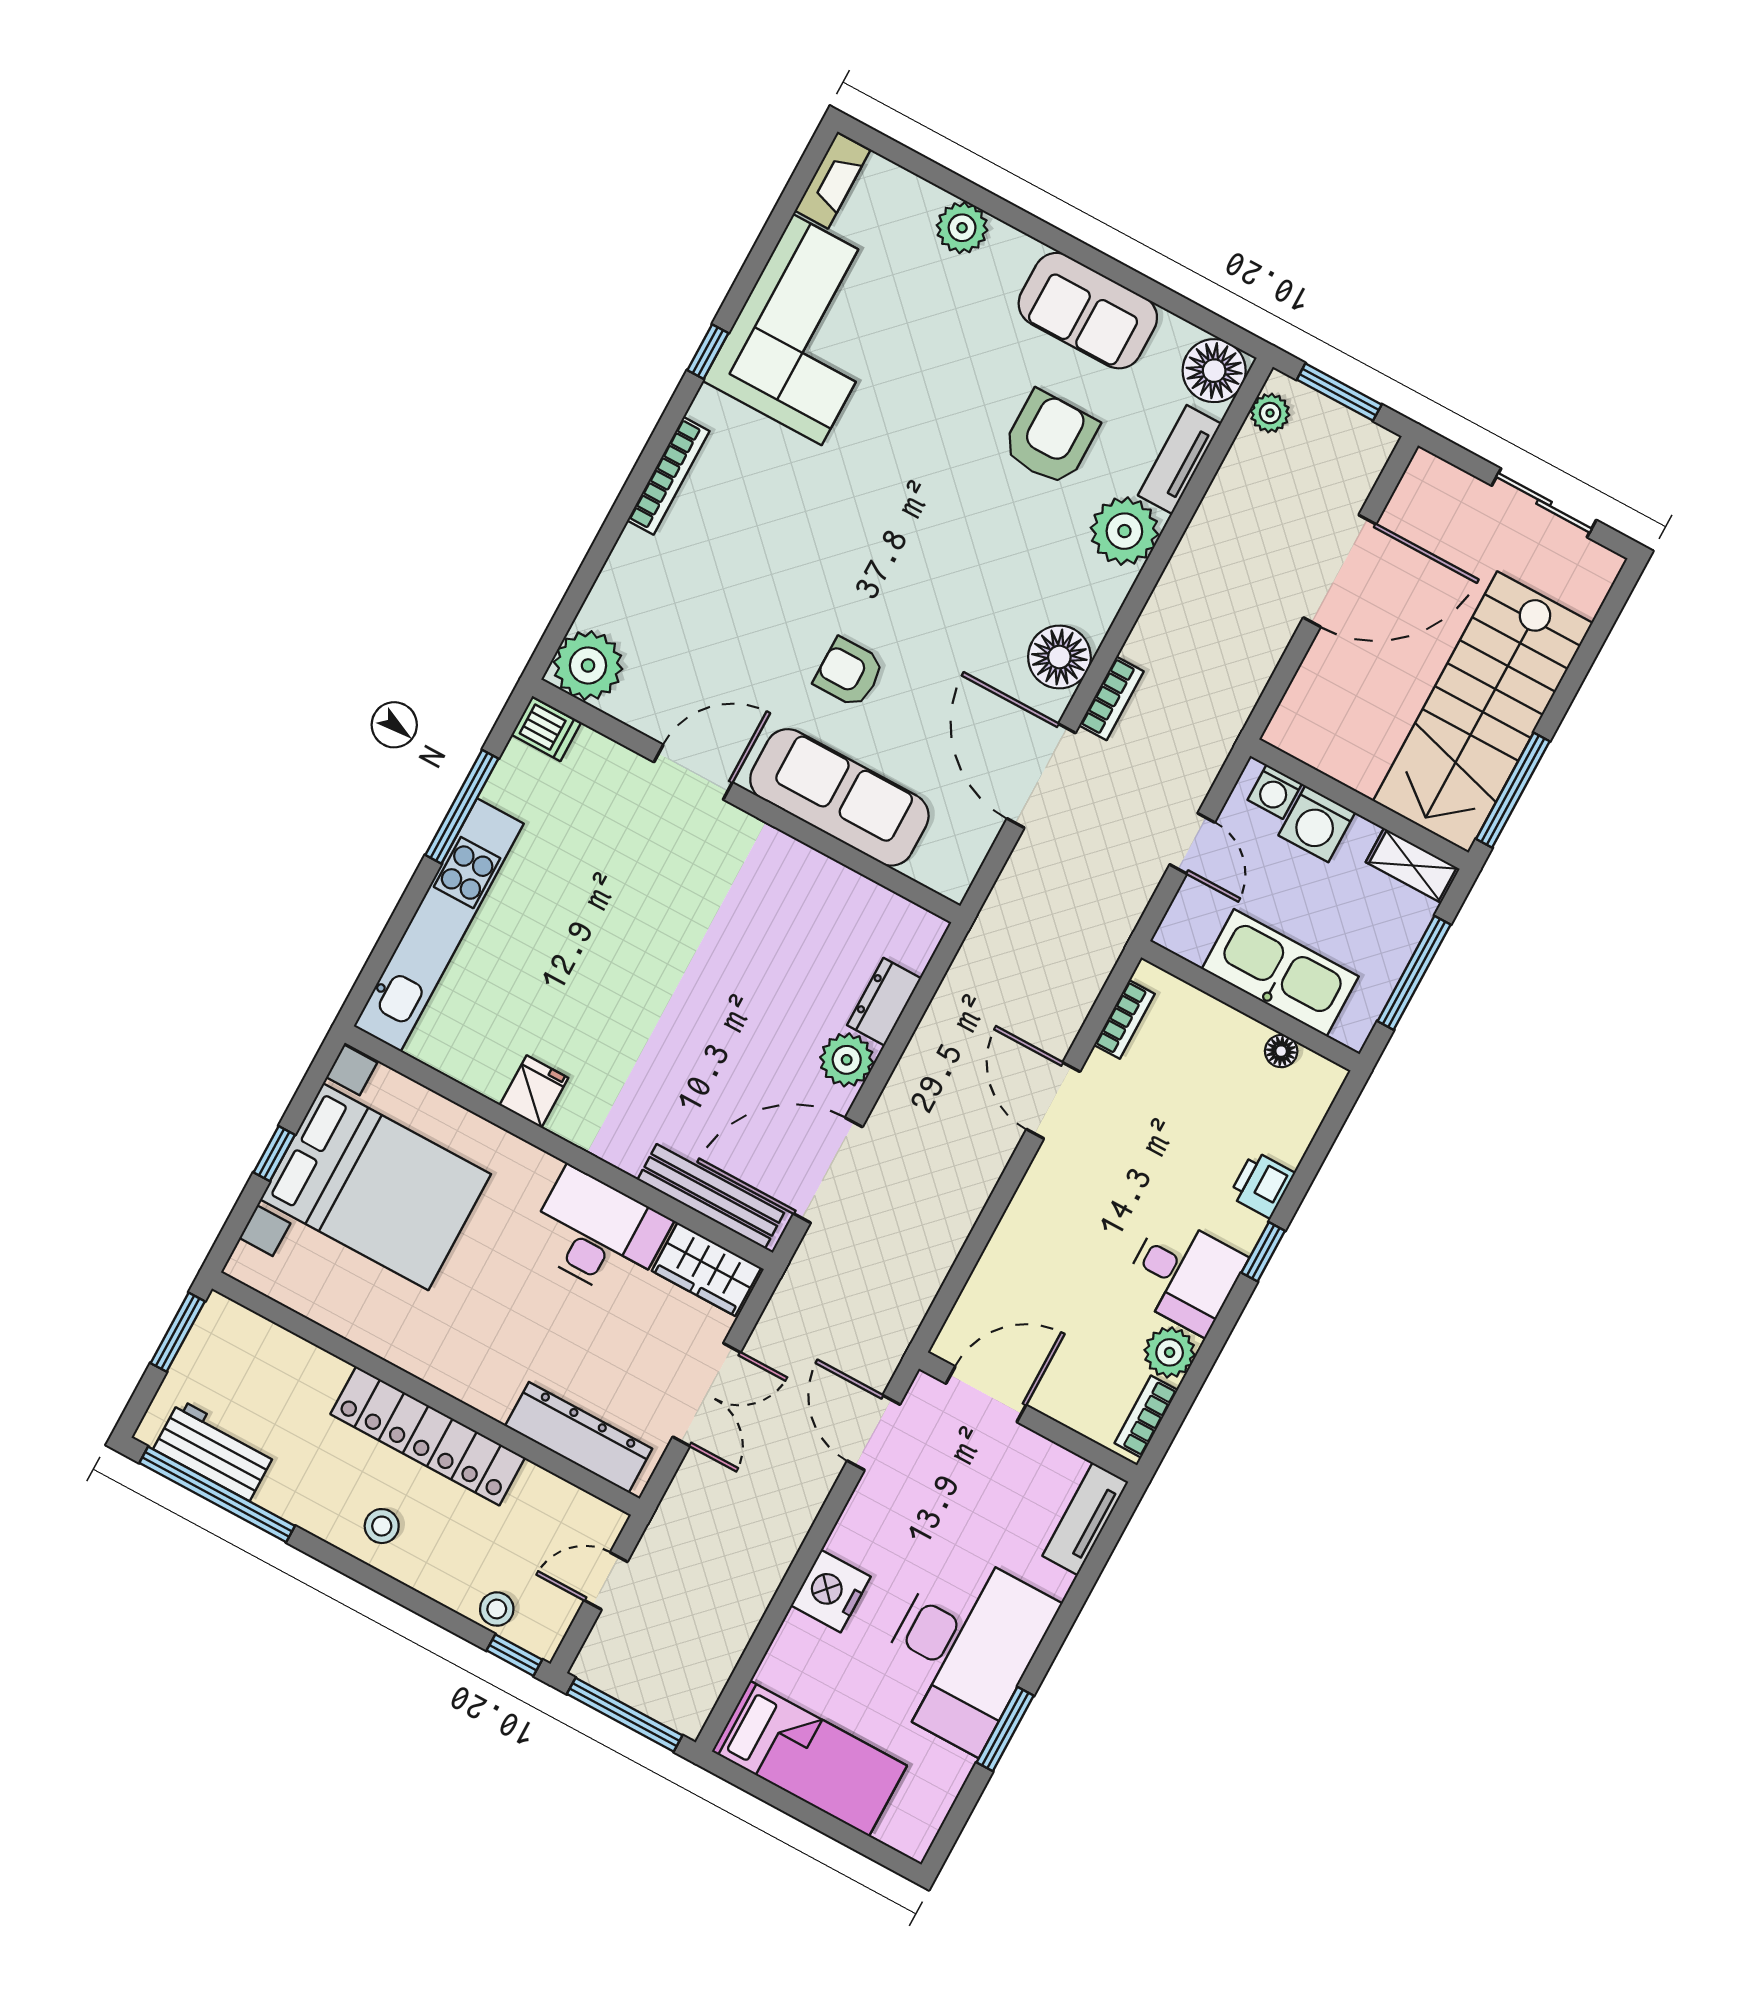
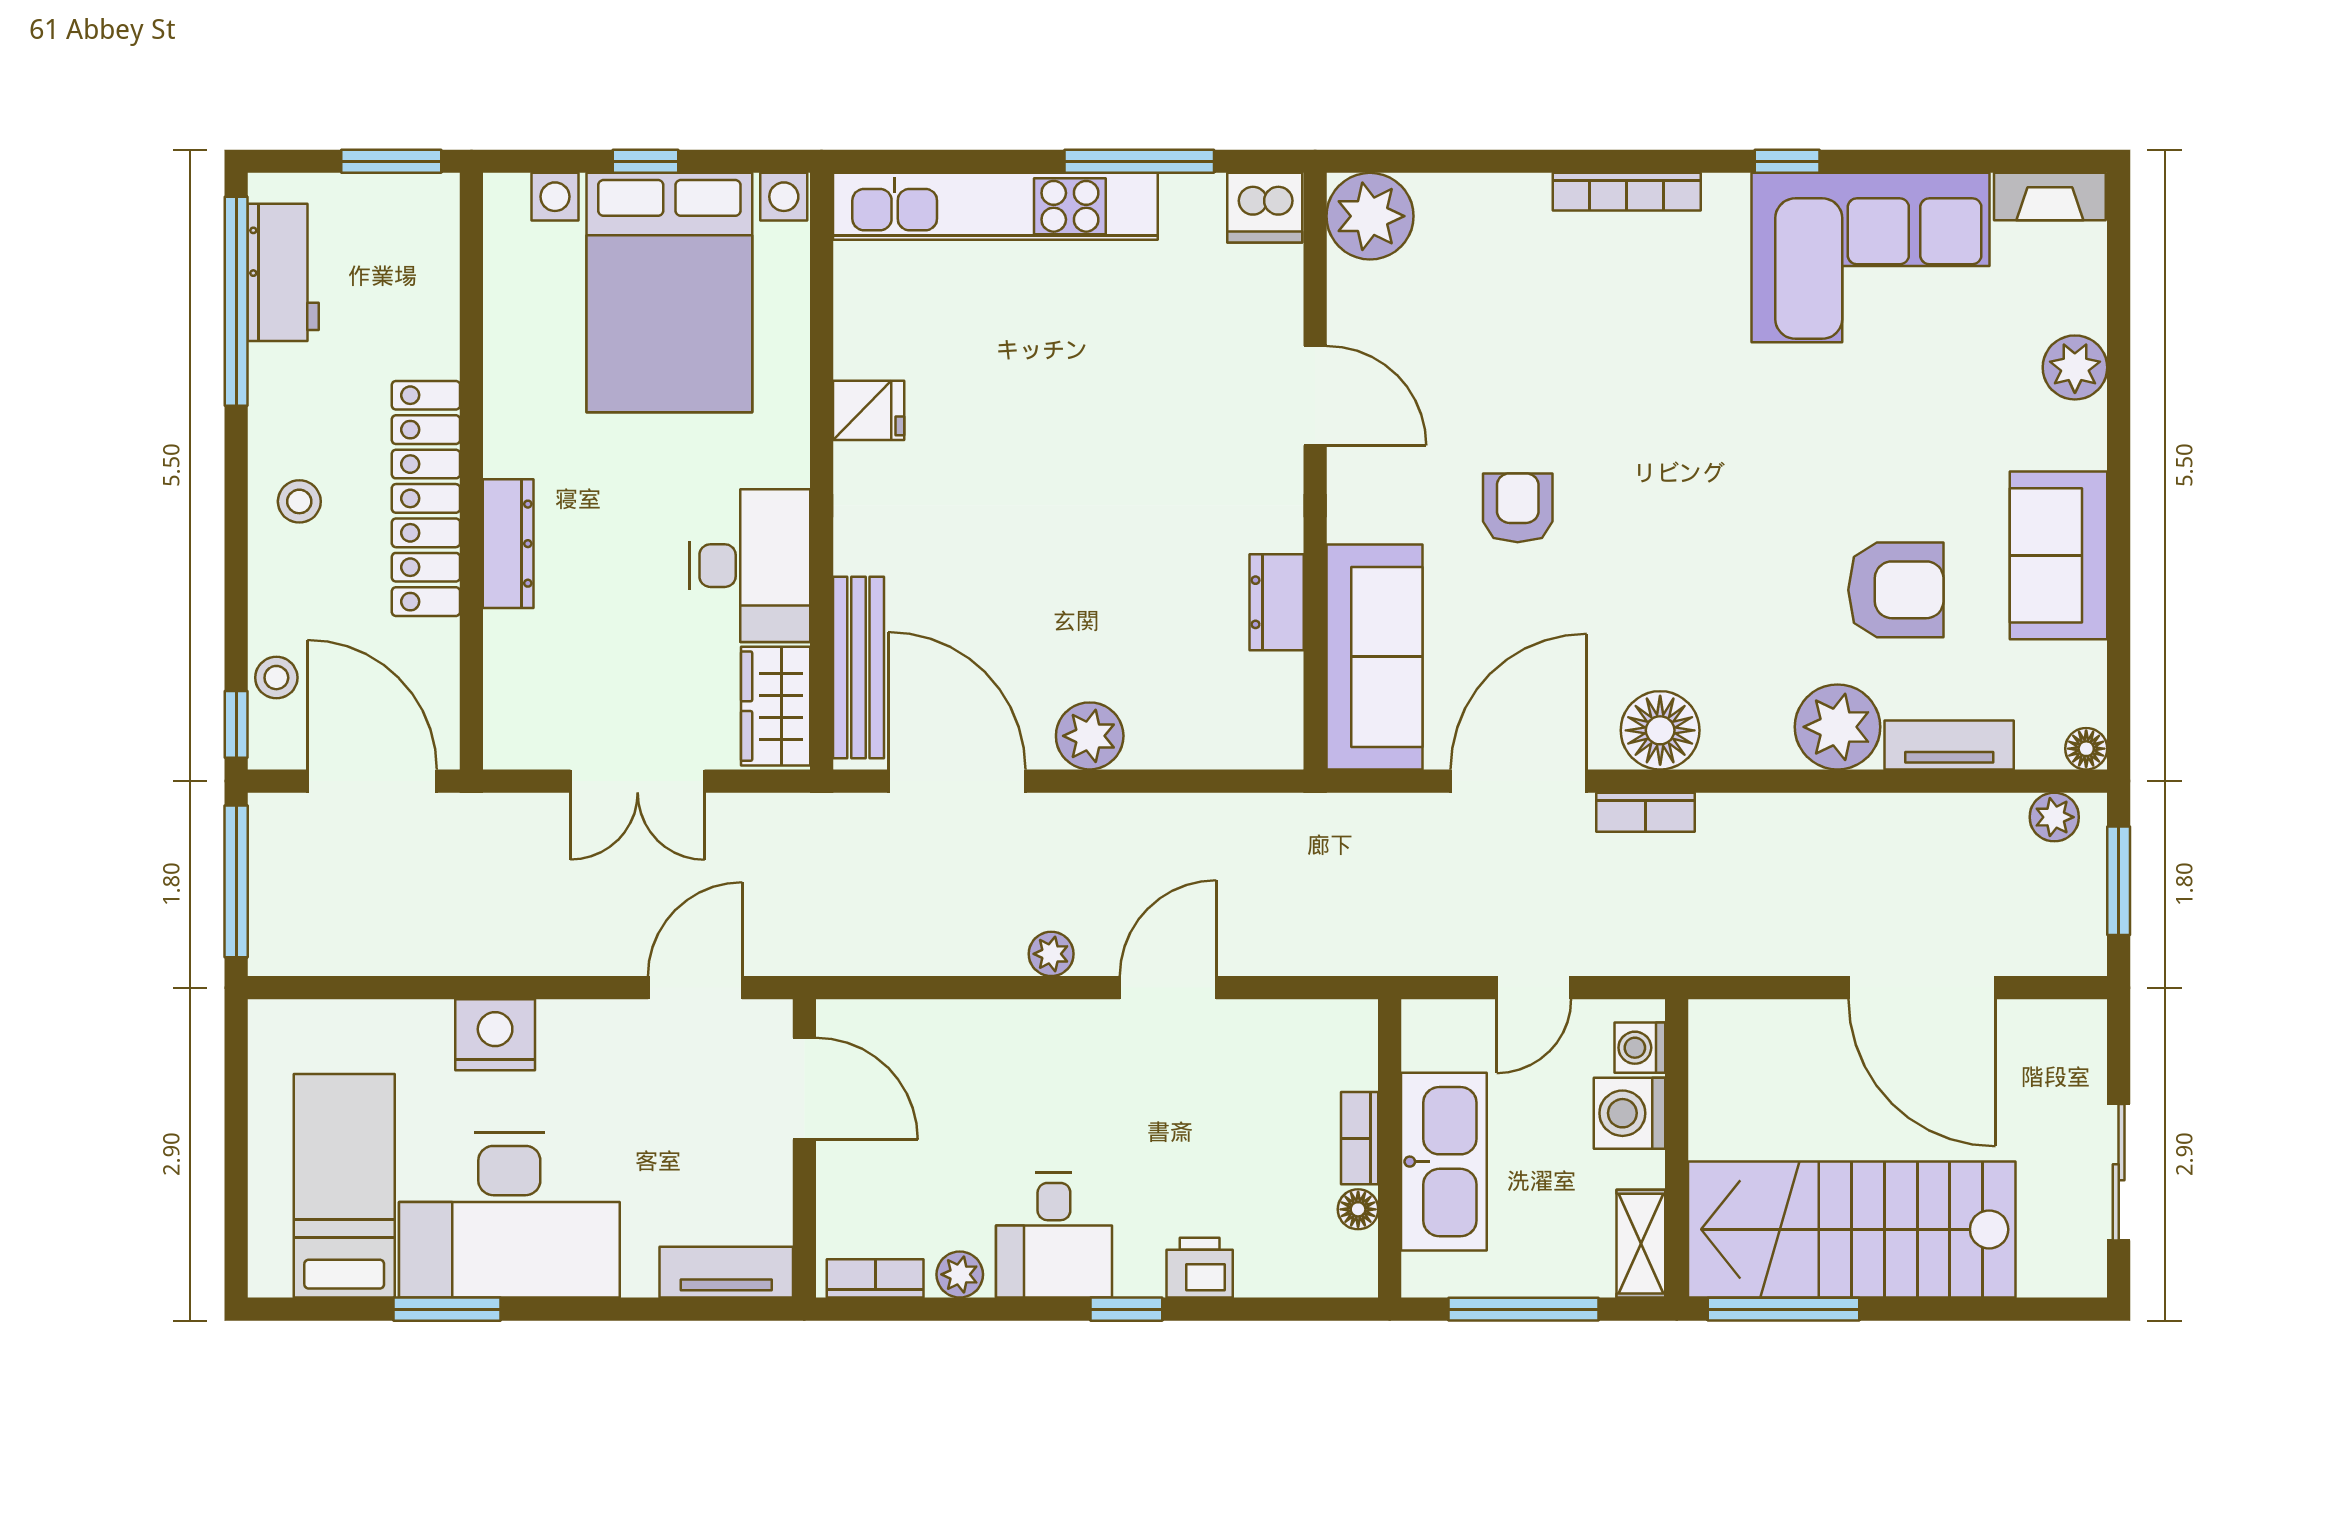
floor lamp: (1214, 371) -> (2086, 749), width x0.53, depth x0.53
dishwasher: (546, 729) -> (1265, 208), width x1.38
sofa: (839, 797) -> (1374, 657), moved
dresser: (884, 1002) -> (1277, 602), moved, turned -90
bookcase: (1124, 1019) -> (1360, 1138), moved, turned 90
plant: (985, 1170) -> (1051, 954), added
plant: (1170, 1352) -> (960, 1274), width x0.73, depth x0.73
dresser: (579, 1437) -> (508, 544), moved, width x0.73, depth x0.80
door: (606, 1581) -> (372, 781), width x1.87
bed: (809, 1758) -> (344, 1186), moved, turned 180

